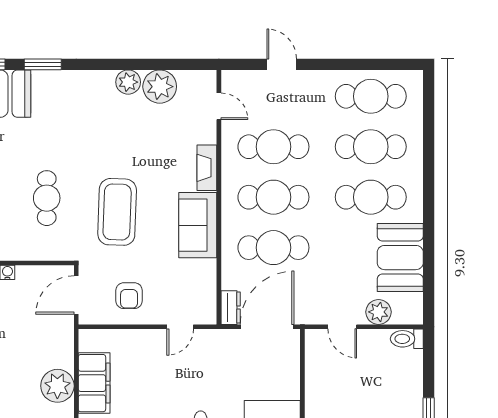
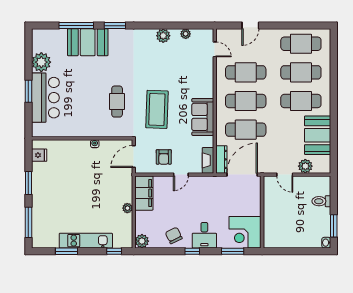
door: (282, 64) -> (250, 26), swing flipped
plant: (160, 87) -> (186, 34), width x0.53, depth x0.53
fireplace: (207, 168) -> (208, 160), moved
dresser: (231, 308) -> (221, 159), width x1.44
door: (180, 327) -> (181, 175), moved
toilet: (407, 339) -> (321, 201), moved
filing cabinet: (94, 383) -> (144, 193), moved
plant: (57, 386) -> (127, 208), width x0.53, depth x0.53

